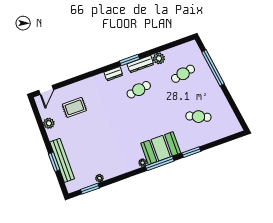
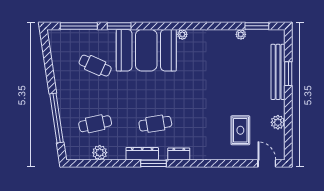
plant: (159, 58) -> (100, 153), moved
door: (46, 90) -> (267, 163), hinge flipped
rug: (74, 107) -> (240, 130), turned 90
booth: (161, 148) -> (146, 50), width x1.36, depth x1.42
window: (160, 163) -> (79, 26), moved

